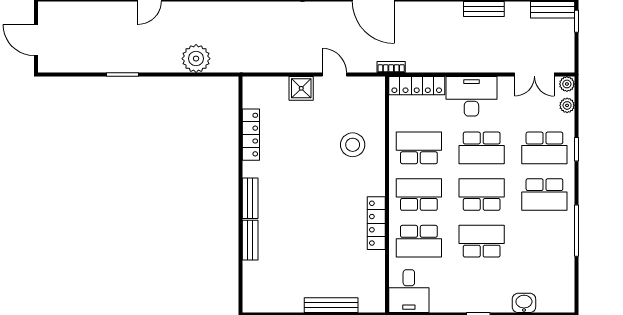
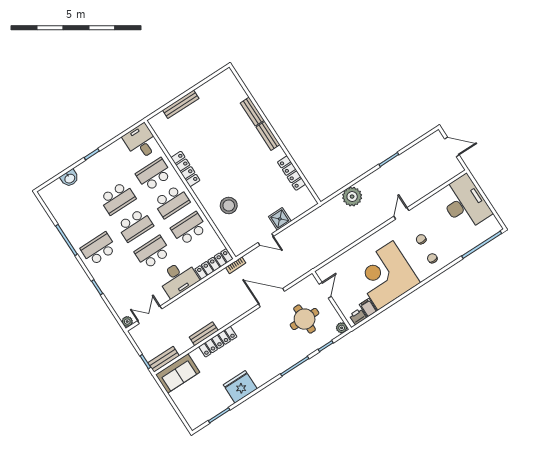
plant: (567, 105) -> (119, 309), removed
school desk: (419, 148) -> (189, 229), turned 180
school desk: (544, 148) -> (116, 276), removed

